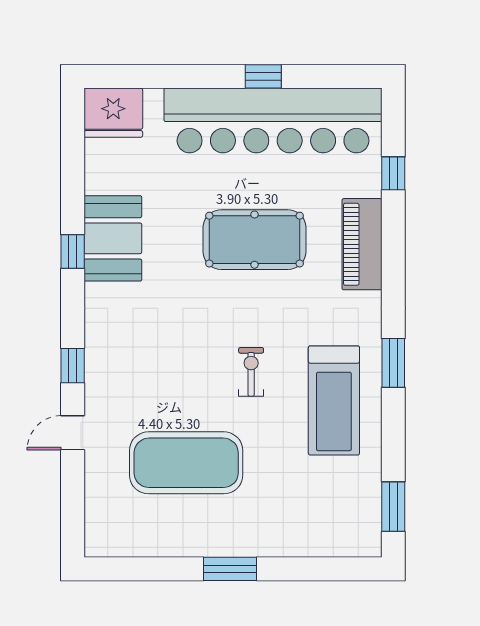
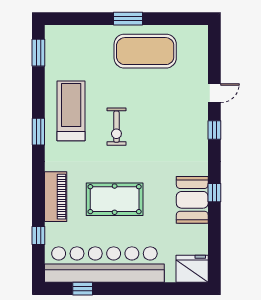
window: (263, 76) -> (83, 289), moved
exercise bike: (251, 372) -> (116, 127), width x1.38, depth x1.39
exercise mat: (186, 463) -> (145, 51), moved

